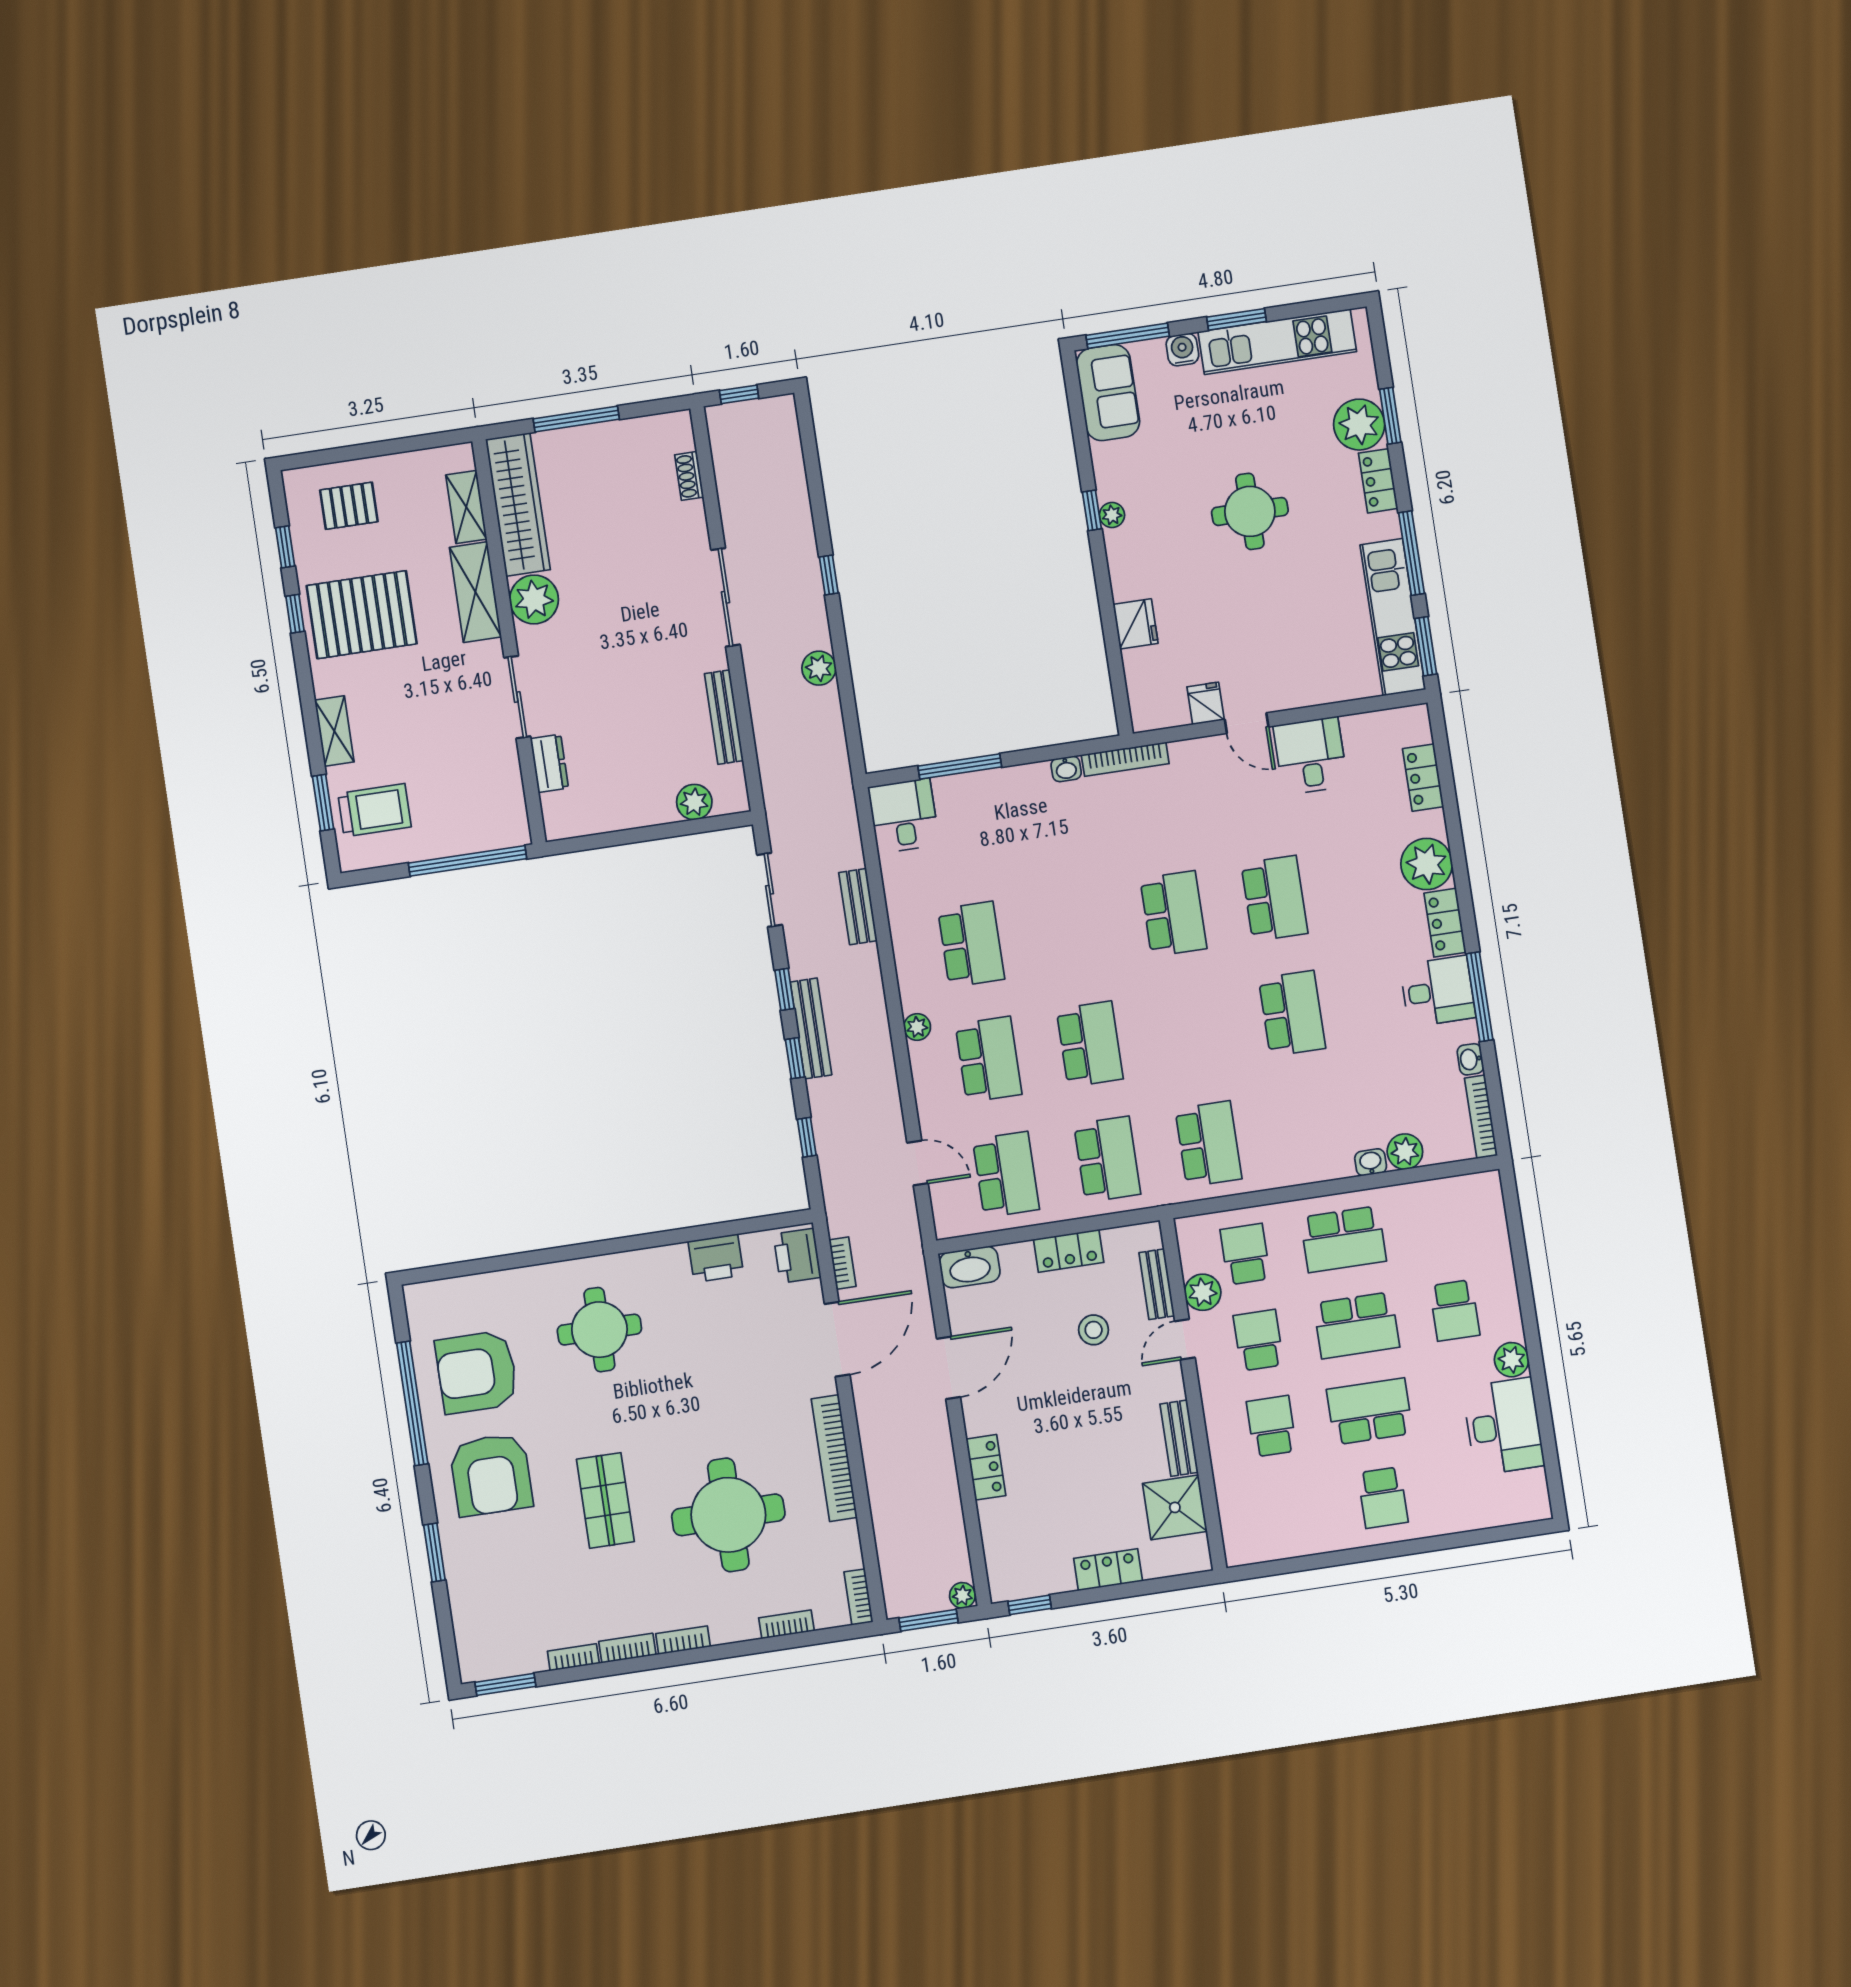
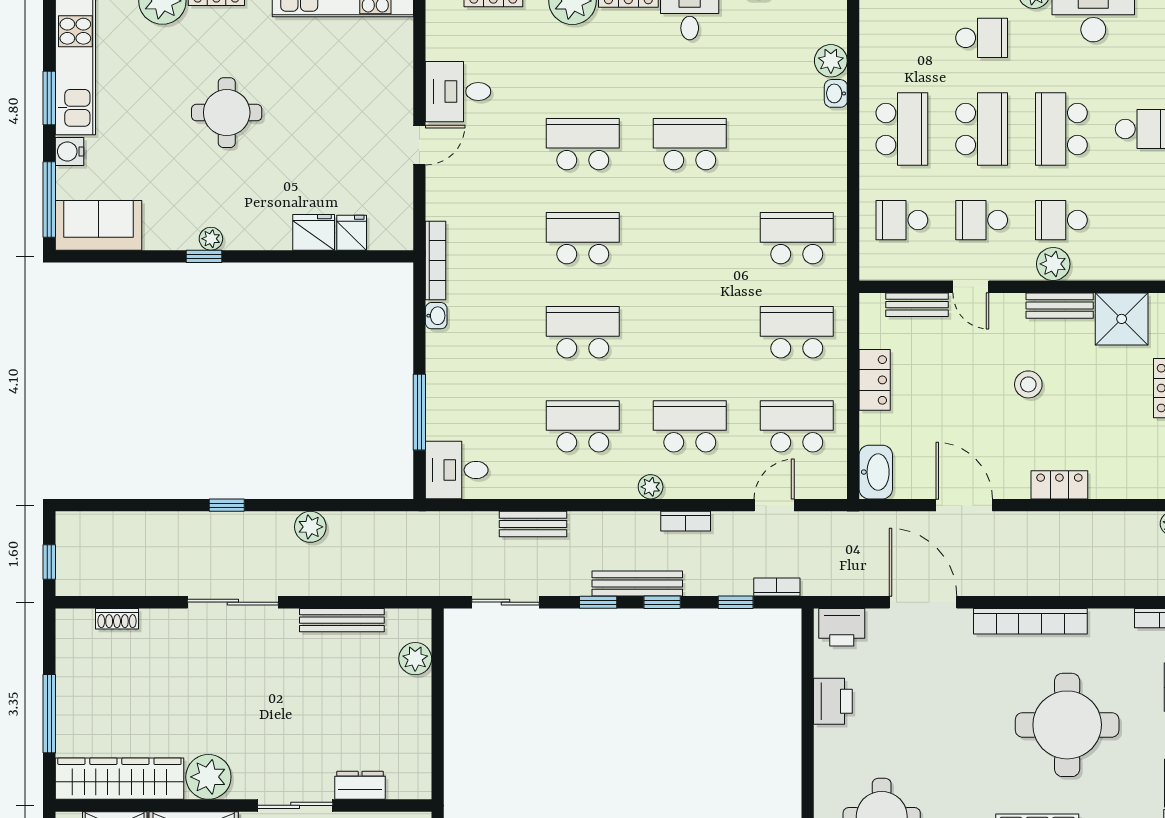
fridge: (1206, 703) -> (352, 233), moved, turned 90
school desk: (1090, 1044) -> (583, 332), moved
bookcase: (886, 1070) -> (686, 521), added
bookcase: (843, 1263) -> (777, 587), moved
plant: (1203, 1292) -> (1053, 264), moved
stool: (1094, 1330) -> (1028, 384), moved

